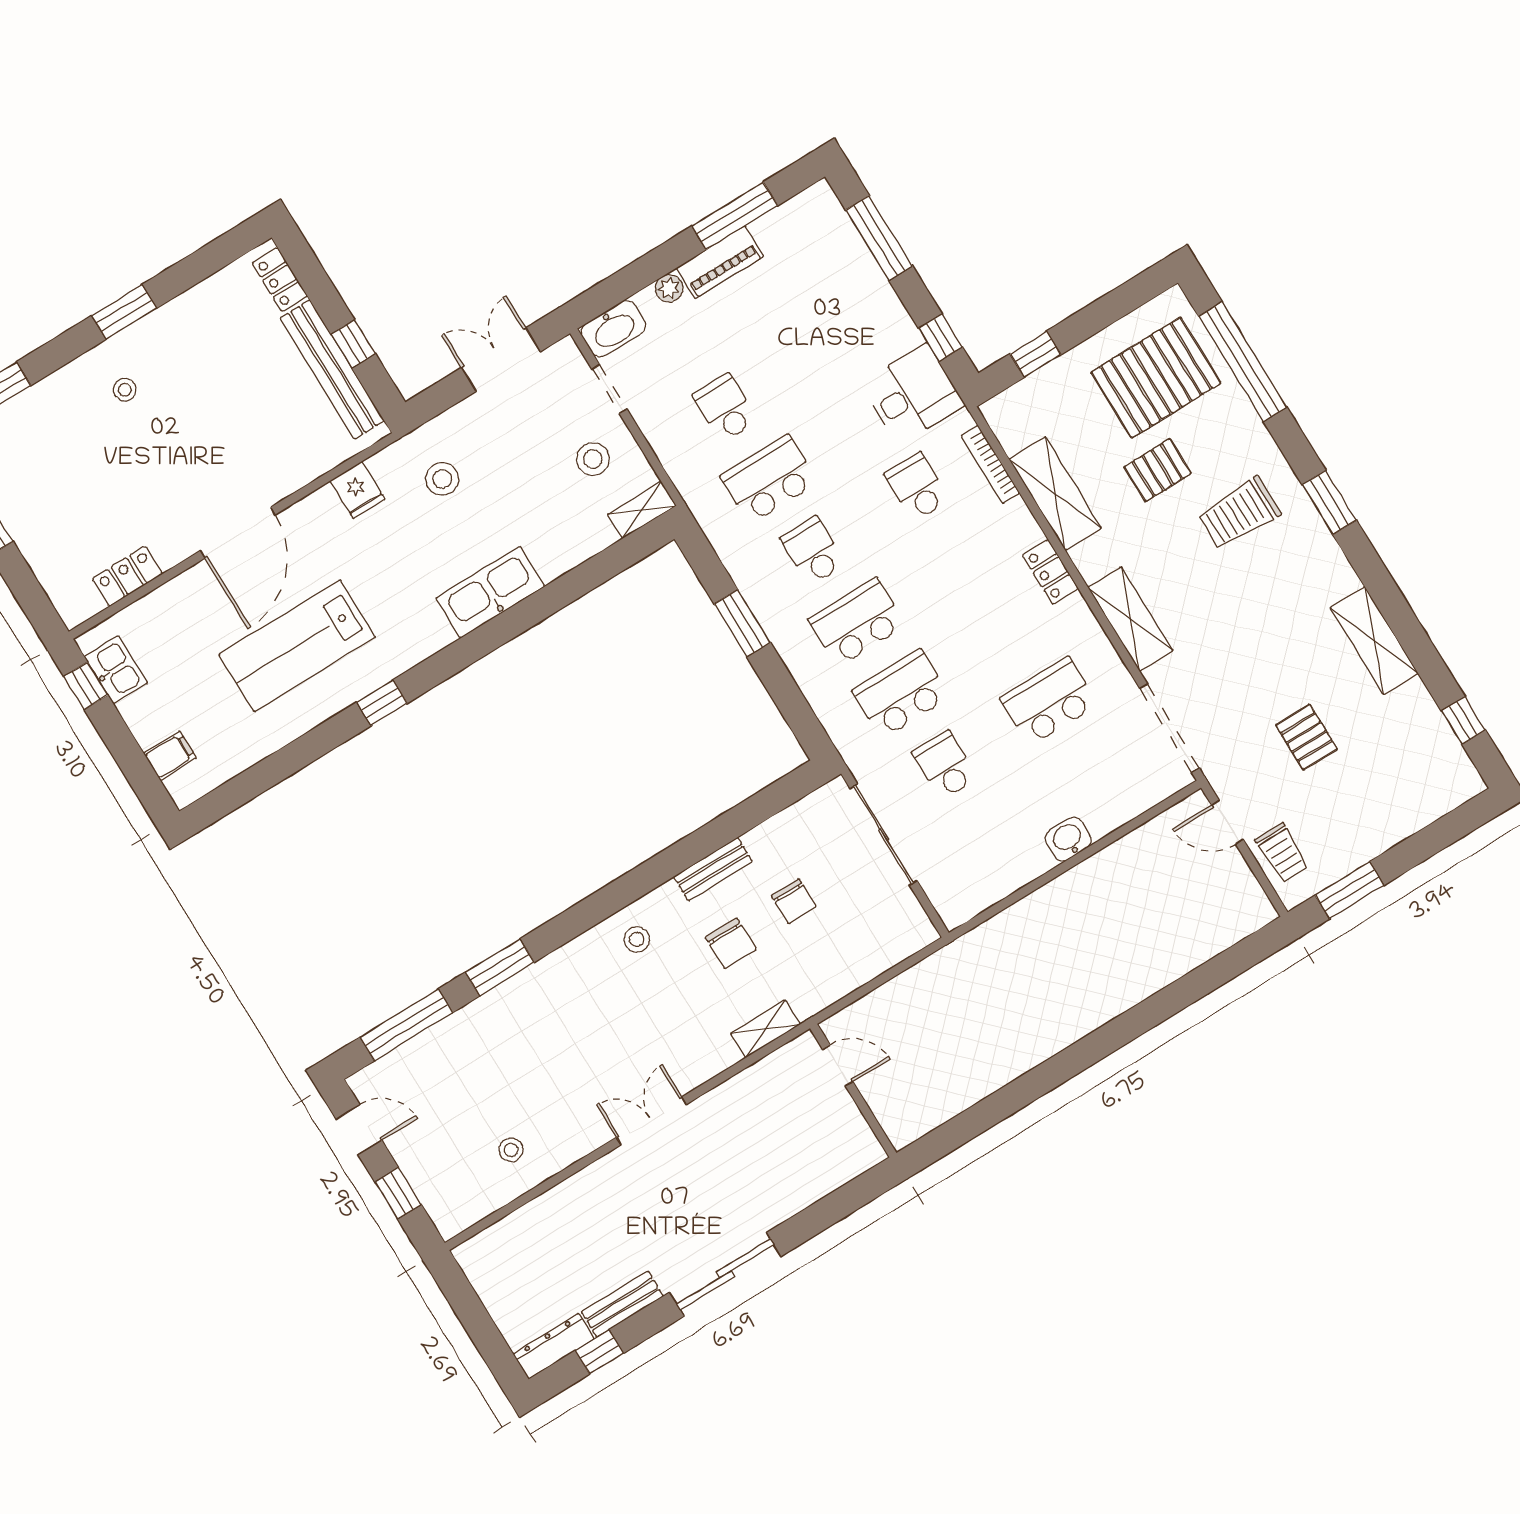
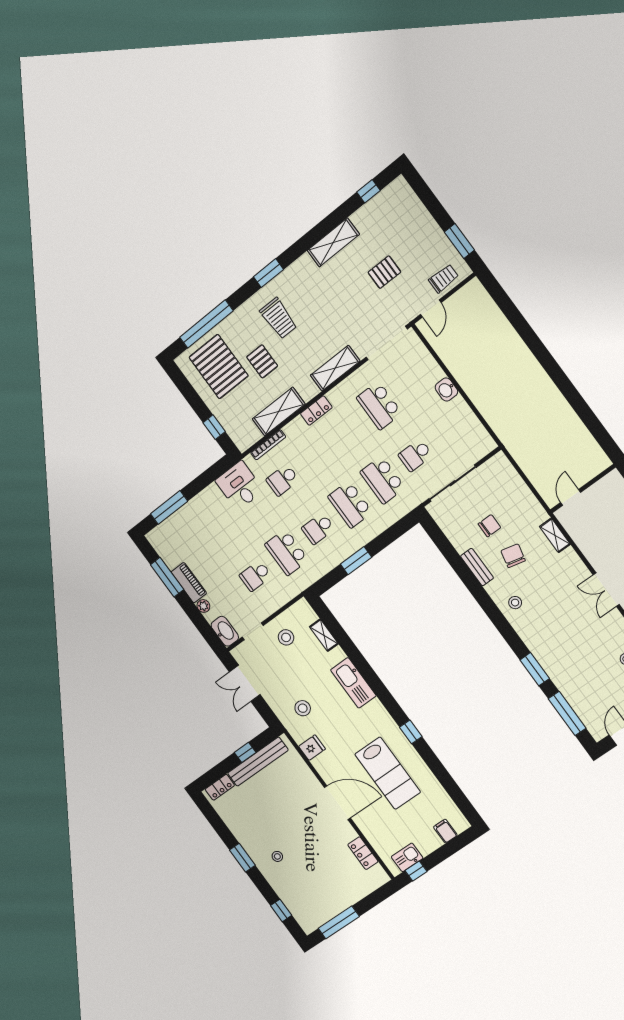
window: (940, 338) -> (212, 474), removed
shelving: (642, 510) -> (324, 635), moved
chair: (731, 943) -> (513, 556), turned -77

